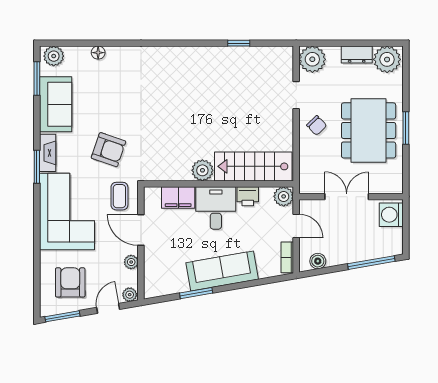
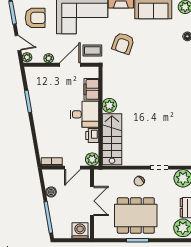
boiler: (318, 261) -> (51, 192), moved
sofa: (222, 271) -> (43, 119), removed

